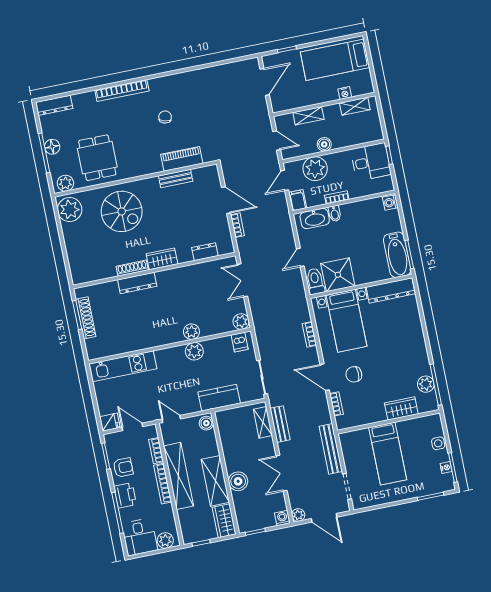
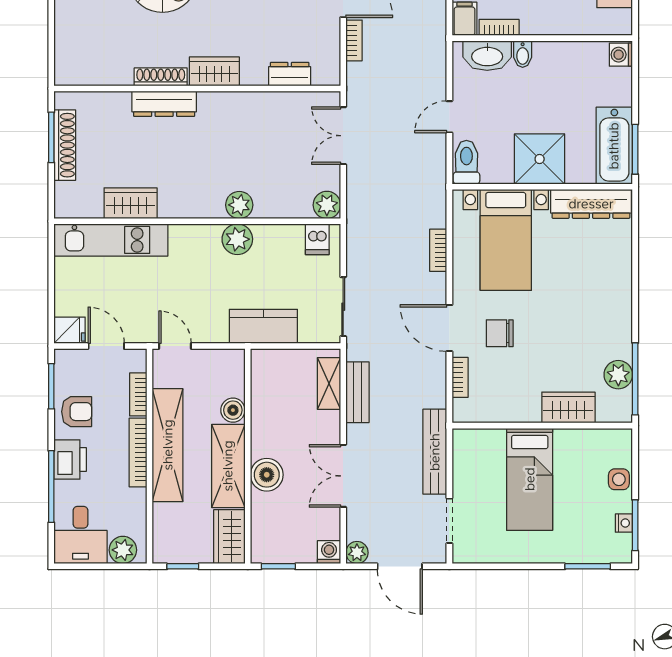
bookcase: (337, 197) -> (499, 27), moved
shower: (338, 275) -> (540, 159), moved
wardrobe: (130, 343) -> (131, 203), added
boiler: (206, 423) -> (233, 410), moved

